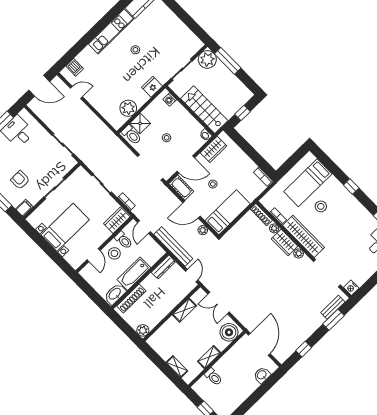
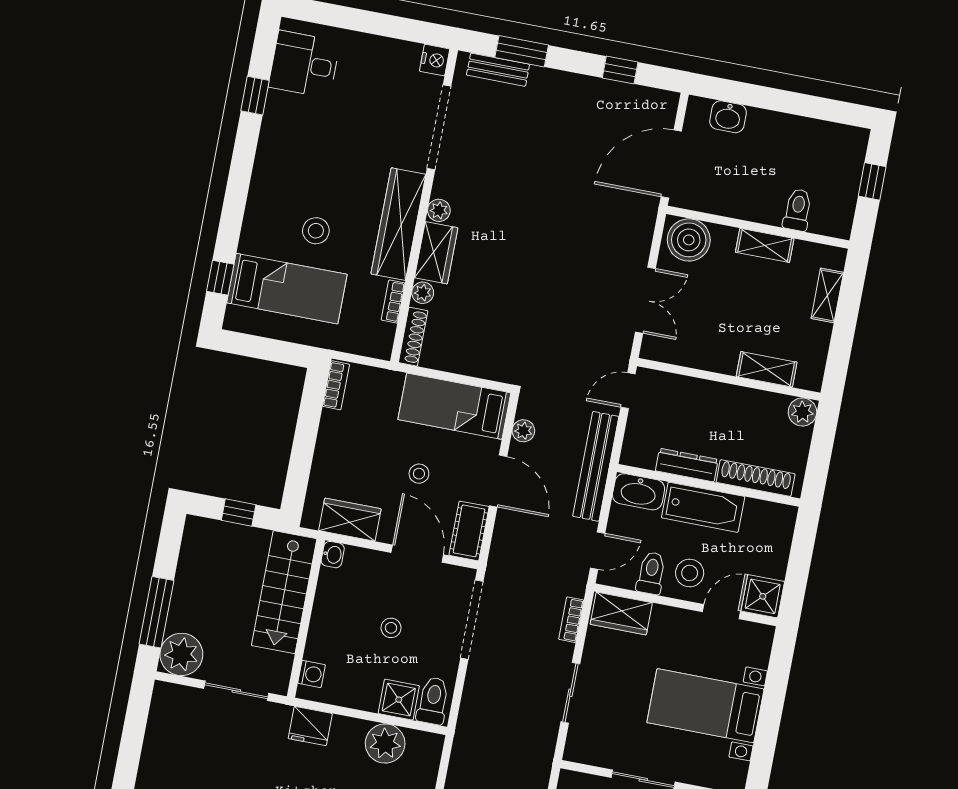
window: (351, 187) -> (220, 278), moved
dresser: (163, 267) -> (687, 465), moved
shower: (89, 273) -> (763, 596), added
washbasin: (115, 294) -> (639, 492), moved
shelving: (184, 310) -> (767, 369), moved

